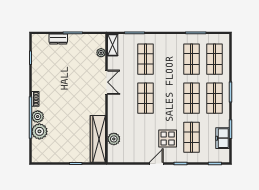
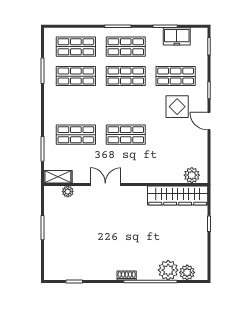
dresser: (58, 39) -> (50, 246), removed
plant: (38, 117) -> (187, 272), moved
plant: (114, 139) -> (192, 175), moved

